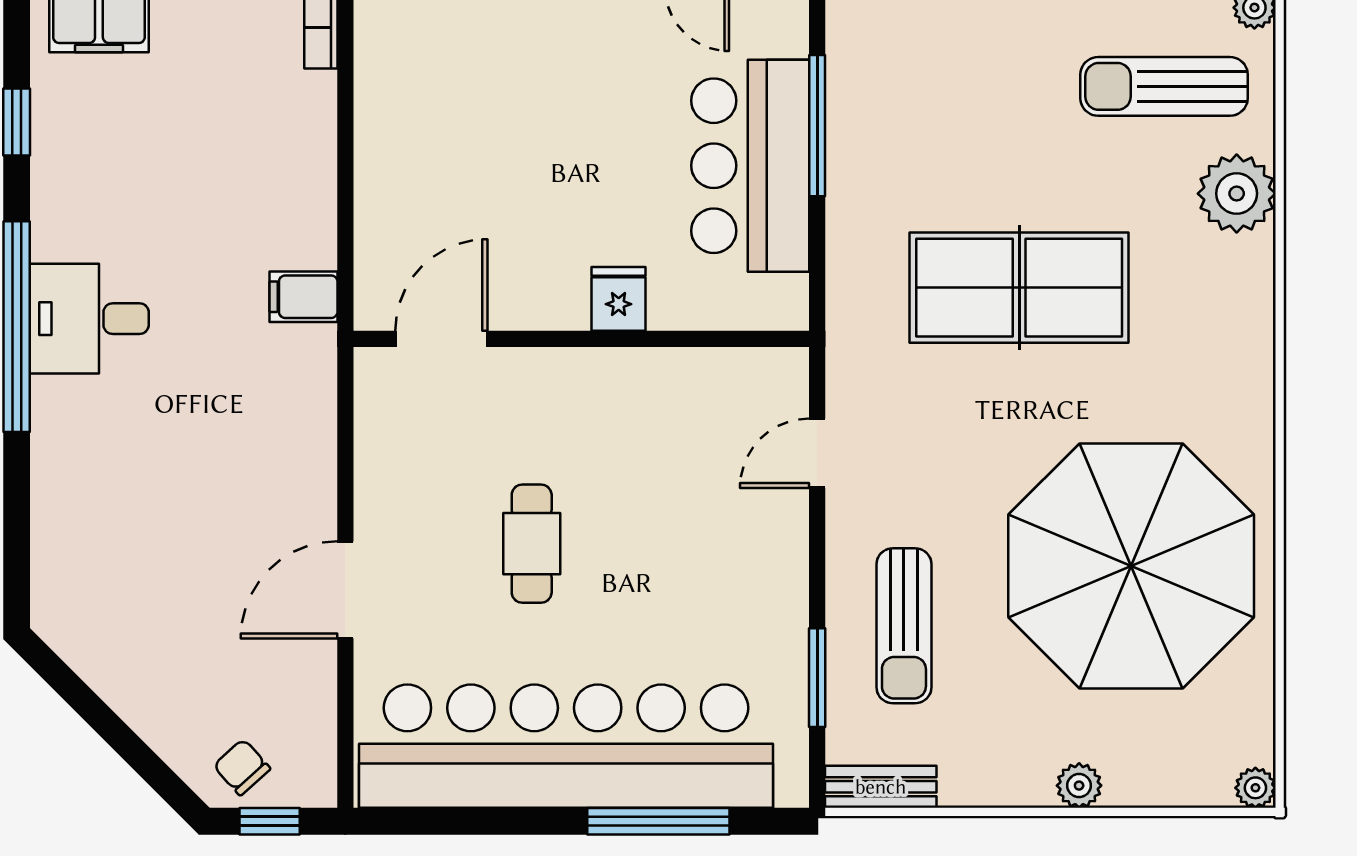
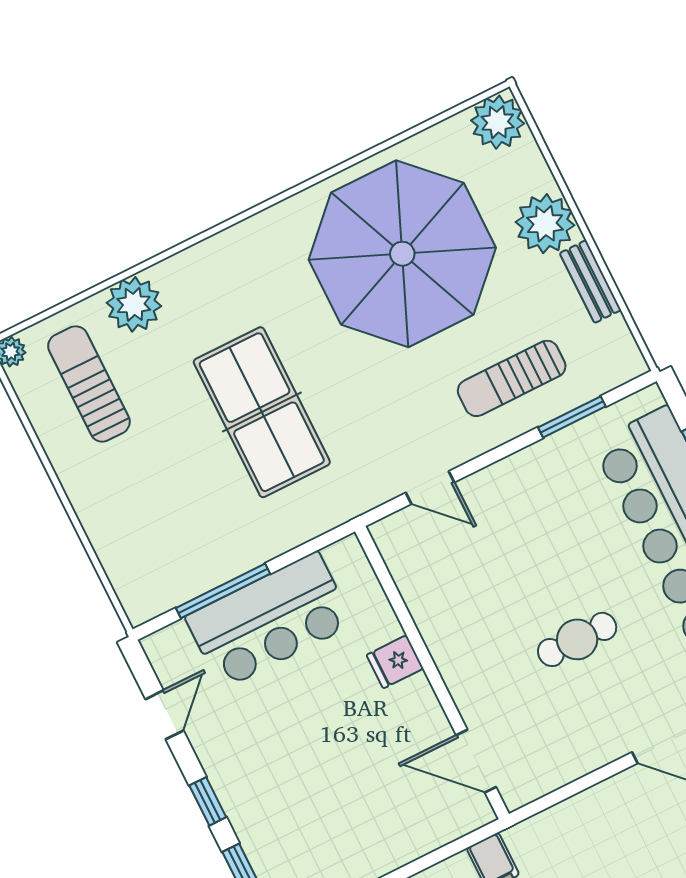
sun lounger: (1164, 86) -> (89, 384), turned 180
sun lounger: (904, 626) -> (512, 378), turned 180
plant: (1079, 786) -> (545, 224), width x1.87, depth x1.87
bench: (881, 787) -> (590, 282), moved
plant: (1255, 788) -> (498, 122), width x1.88, depth x1.88

